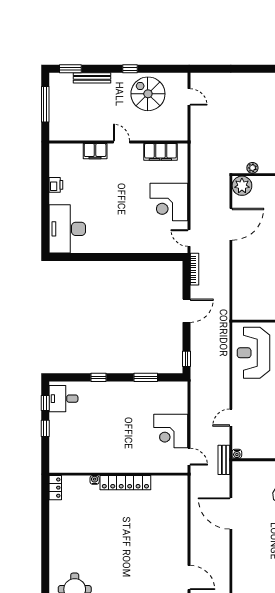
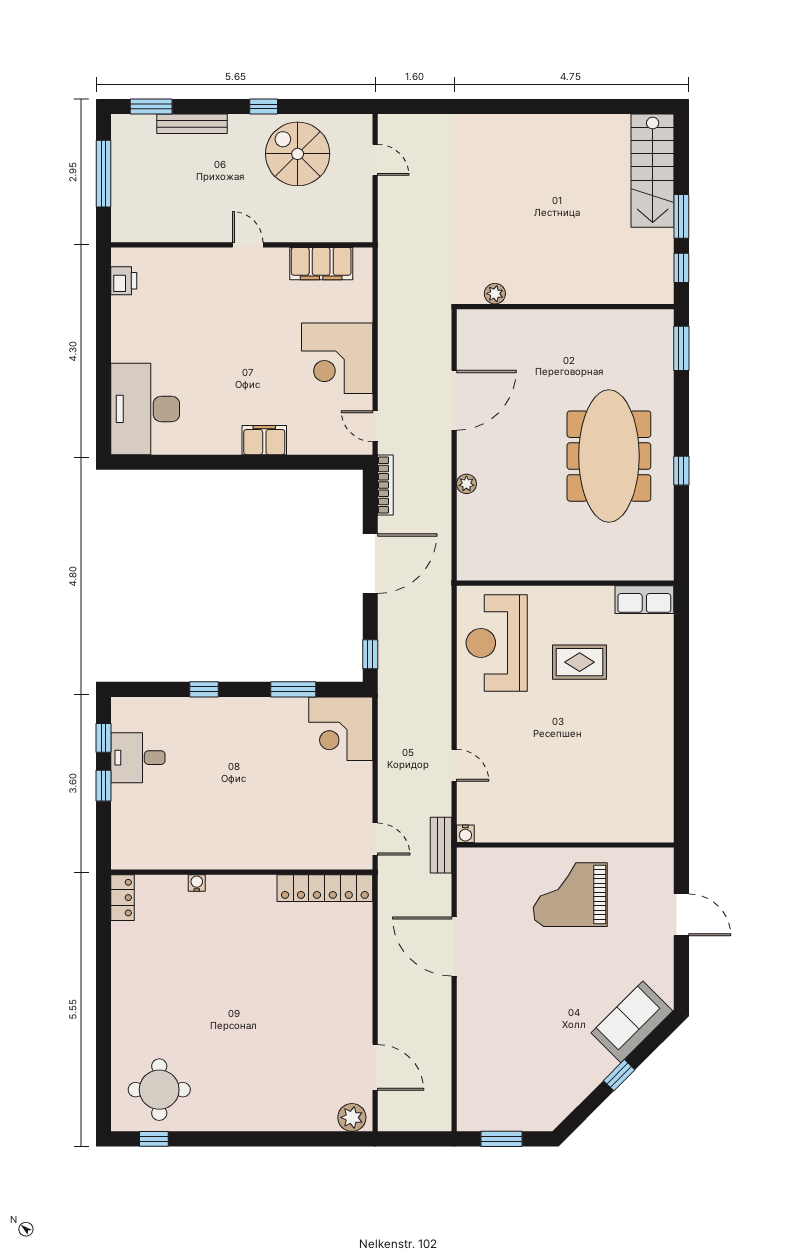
filing cabinet: (95, 151) -> (264, 440), moved, turned 180
printer: (56, 185) -> (124, 281), moved
plant: (242, 186) -> (466, 484), moved, width x0.53, depth x0.53
door: (186, 311) -> (370, 564), width x1.36
desk: (63, 399) -> (138, 758), moved
door: (231, 418) -> (454, 765), swing flipped
corner desk: (171, 431) -> (341, 729), moved
locker: (125, 483) -> (325, 888), moved

